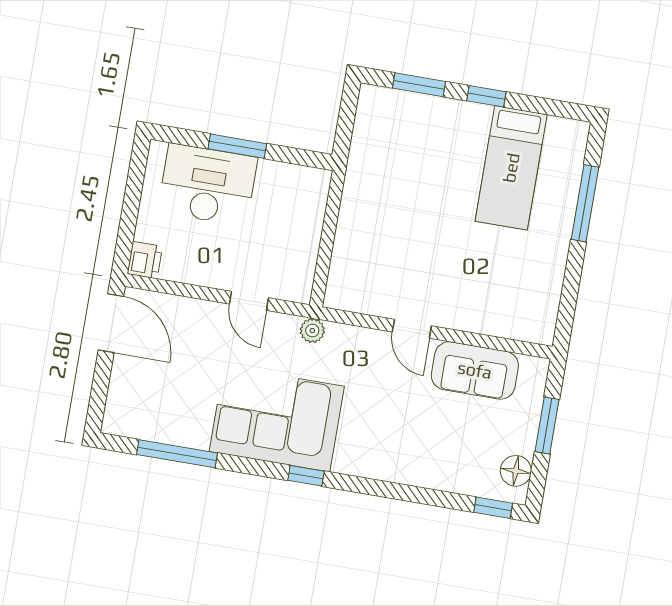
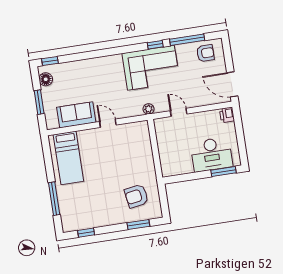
window: (486, 96) -> (86, 233), moved
window: (237, 146) -> (224, 171), moved
armchair: (403, 149) -> (136, 196), added
bed: (511, 168) -> (68, 158), moved, turned 180
armchair: (147, 411) -> (205, 53), added
window: (306, 476) -> (155, 45), moved

